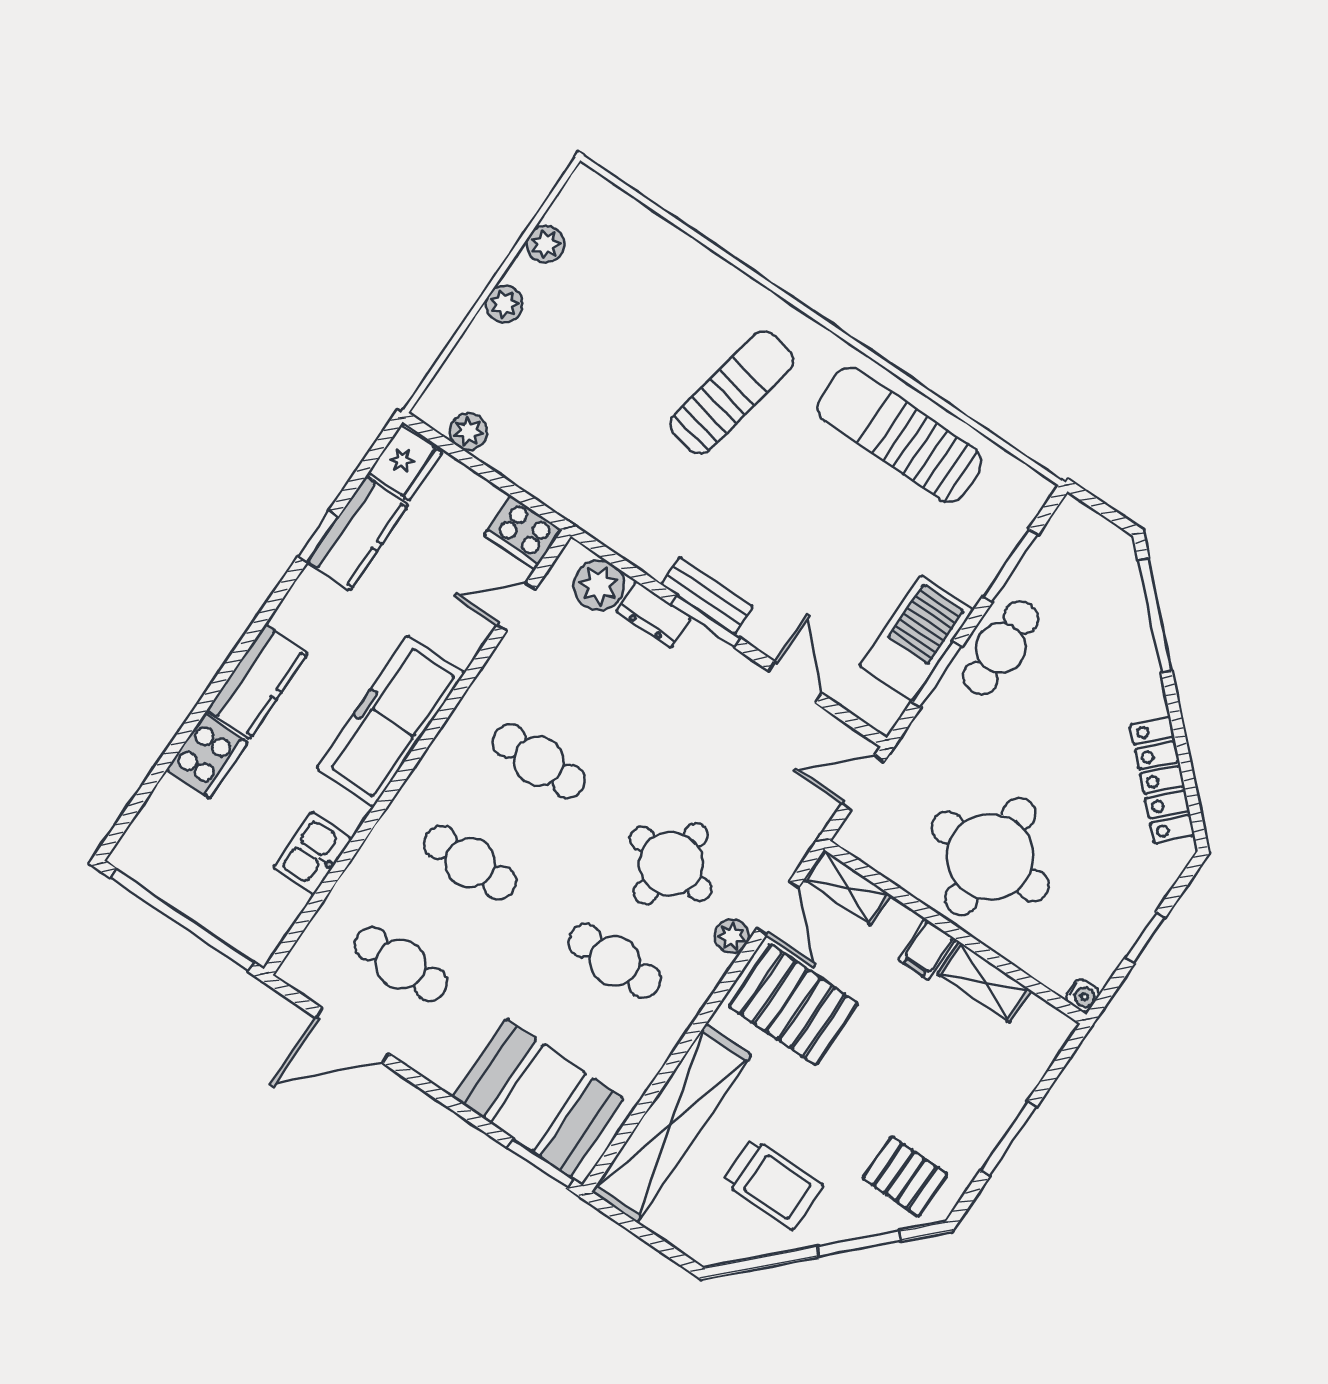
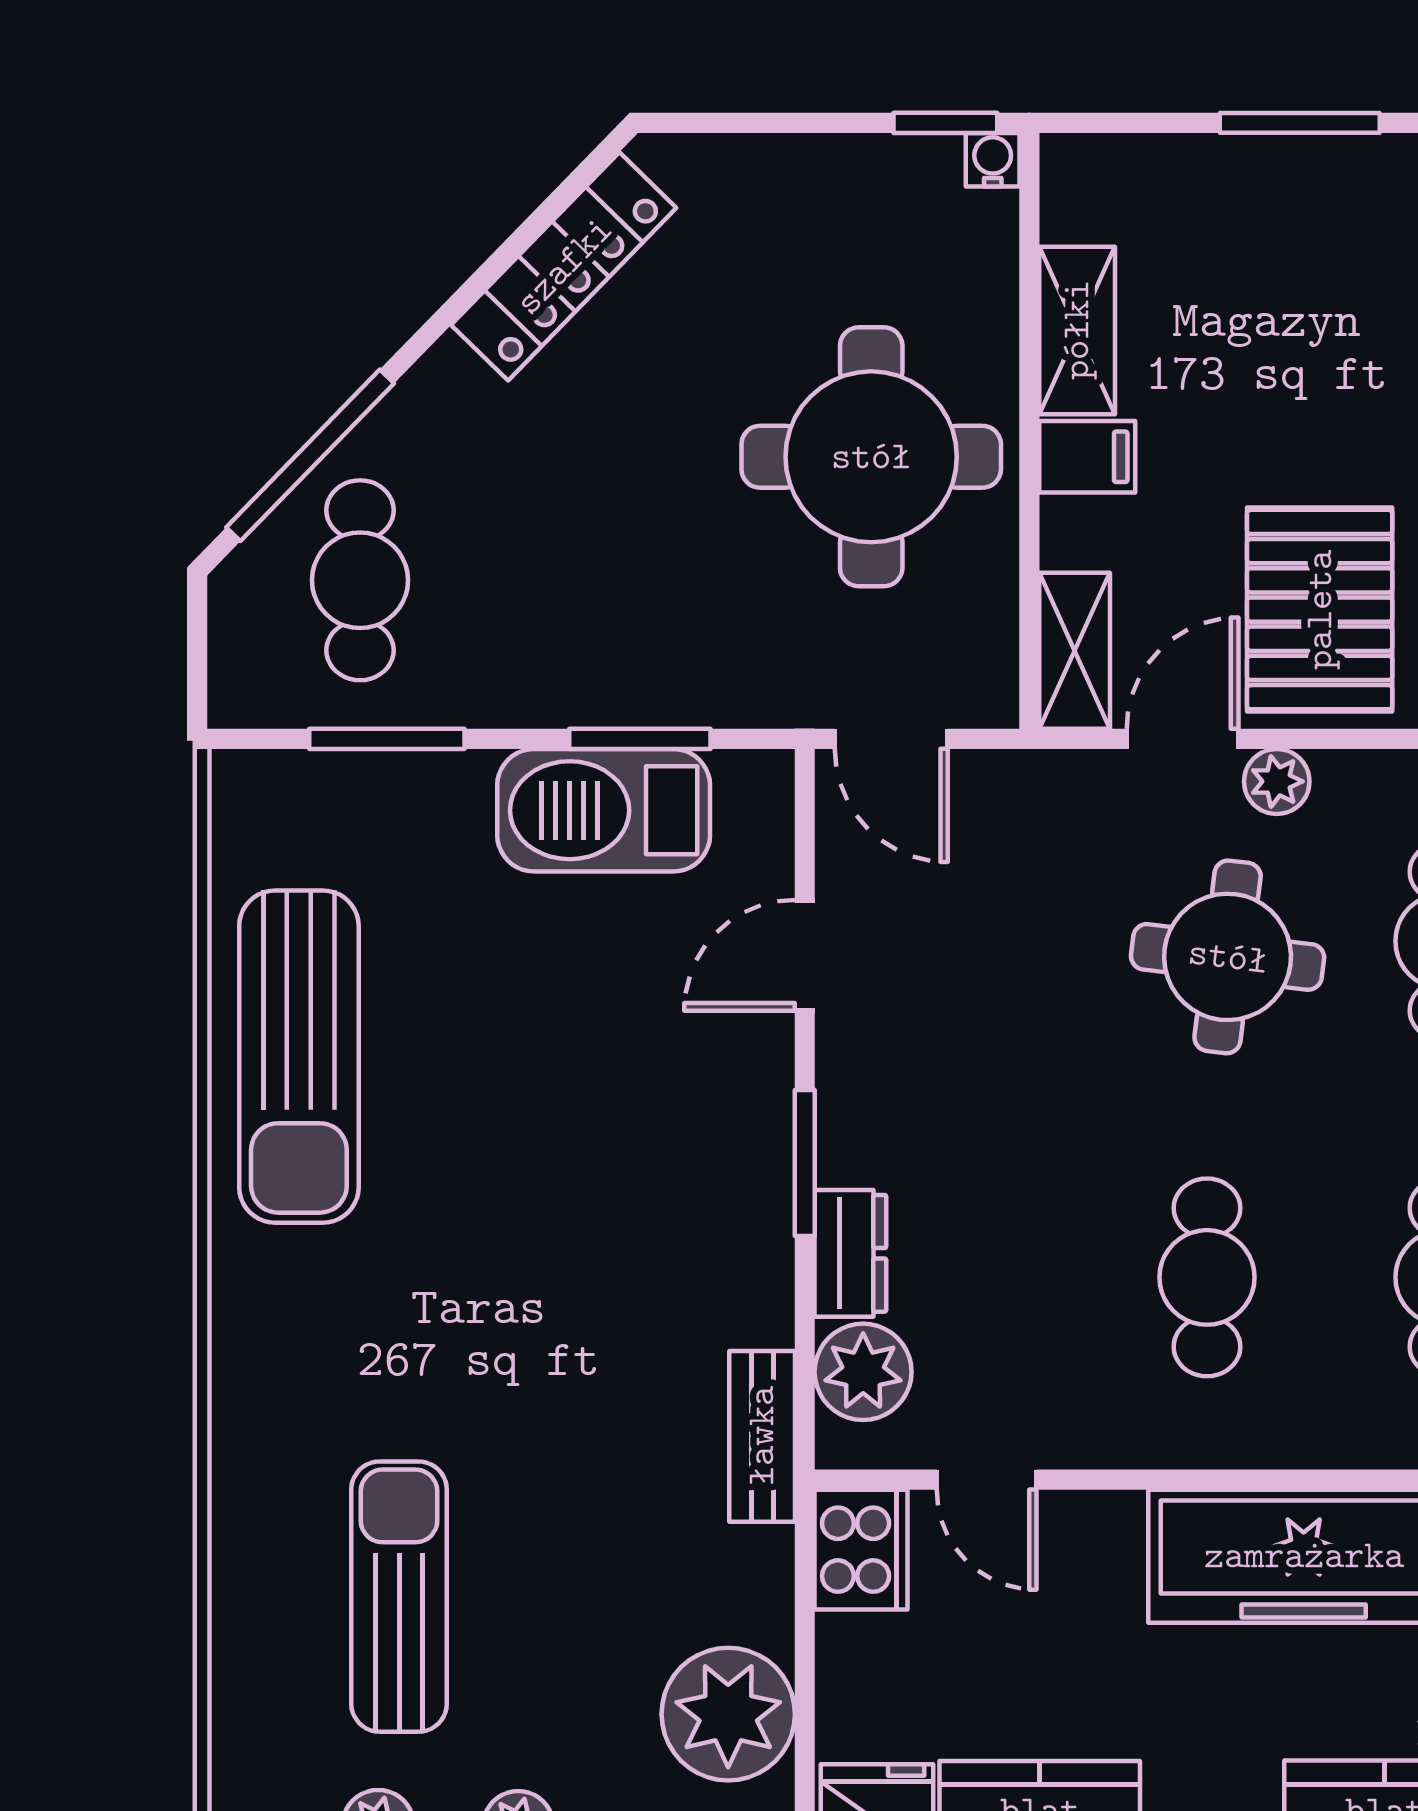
sun lounger: (732, 392) -> (399, 1597), moved, turned 79
plant: (469, 432) -> (728, 1714), width x1.87, depth x1.87
bench: (707, 595) -> (762, 1436), moved
cafe table: (1001, 648) -> (360, 580), moved, turned 90
window: (1145, 938) -> (945, 123), moved

